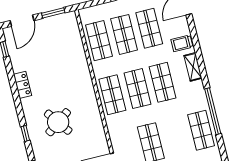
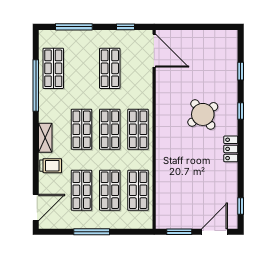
locker: (23, 85) -> (231, 149), moved

